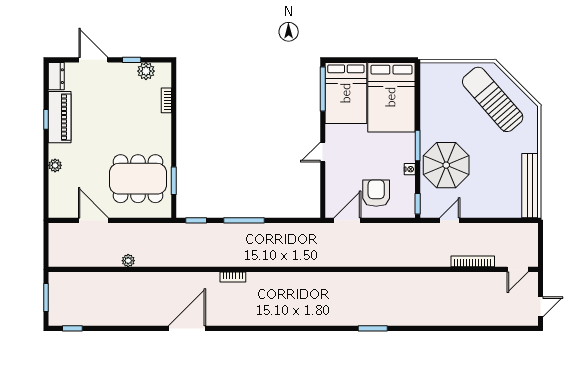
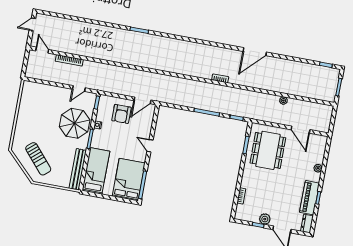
plant: (146, 71) -> (265, 219), moved
bed: (391, 97) -> (96, 171), width x0.67
sun lounger: (493, 99) -> (38, 159), width x0.73, depth x0.75
door: (323, 152) -> (150, 146), swing flipped
dining table: (138, 179) -> (268, 150), turned 90
bench: (530, 186) -> (78, 169), moved
door: (518, 269) -> (42, 50), hinge flipped

